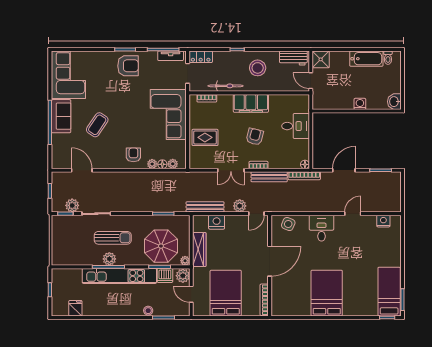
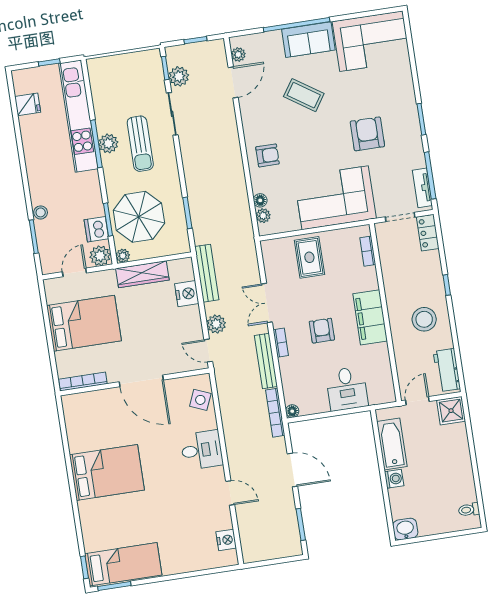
bathtub: (366, 59) -> (392, 444), moved, turned 180
armchair: (128, 66) -> (367, 134), moved, turned 180
bicycle: (226, 86) -> (390, 276), removed
armchair: (255, 137) -> (322, 331), turned -104
plant: (152, 164) -> (238, 54), moved
kitchen unit: (119, 276) -> (78, 116), moved

